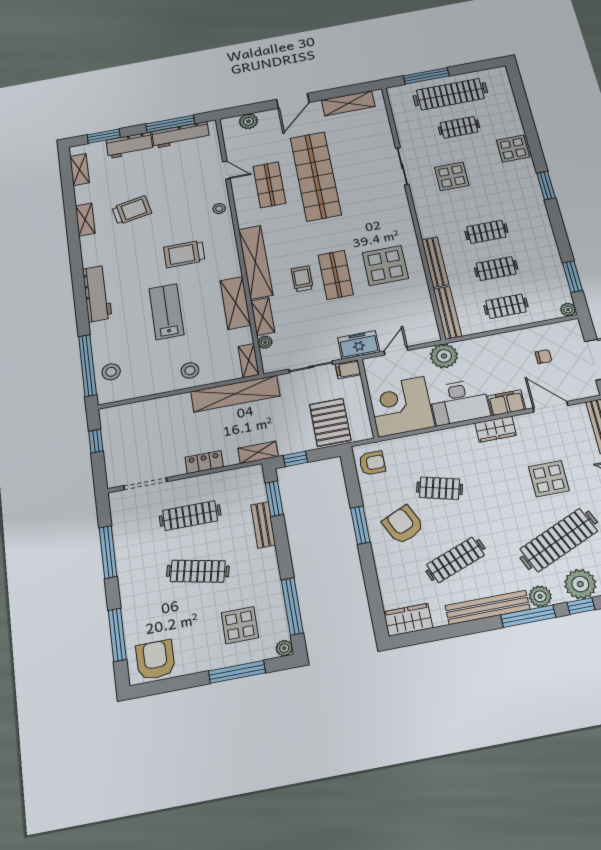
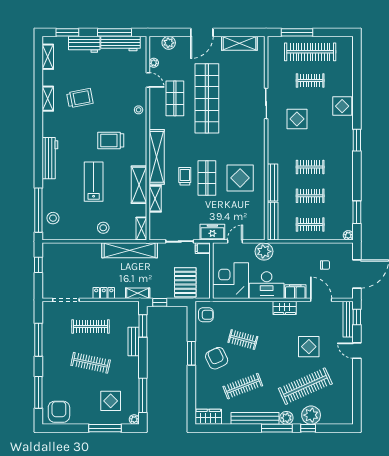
plant: (265, 342) -> (154, 63), moved

